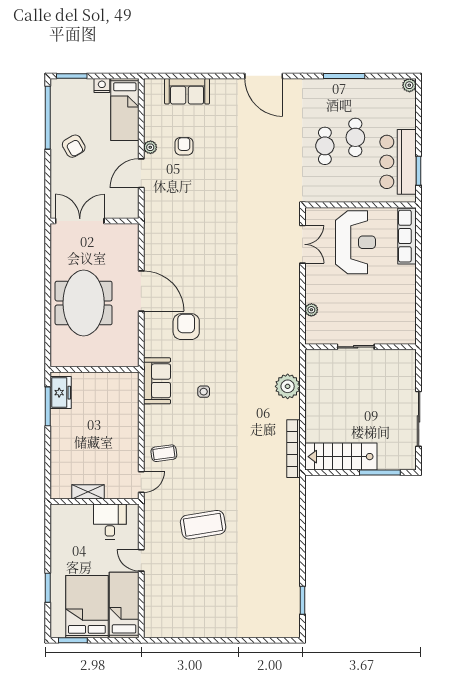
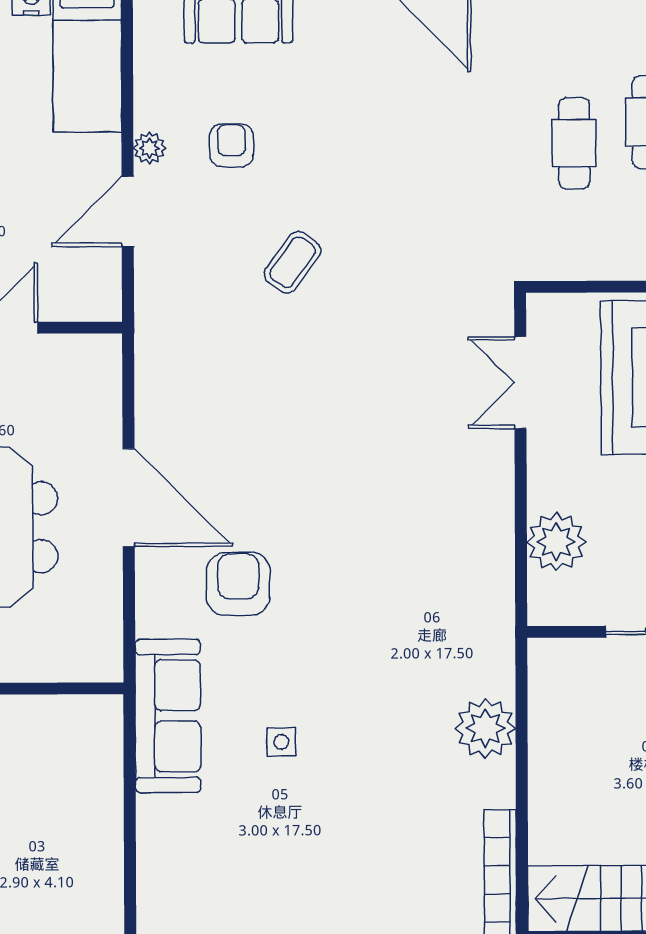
double door: (302, 244) -> (520, 383), swing flipped
plant: (311, 310) -> (556, 542), width x1.88, depth x1.88
sofa: (157, 381) -> (168, 716), width x1.36
coffee table: (164, 453) -> (293, 262), moved, turned -46

